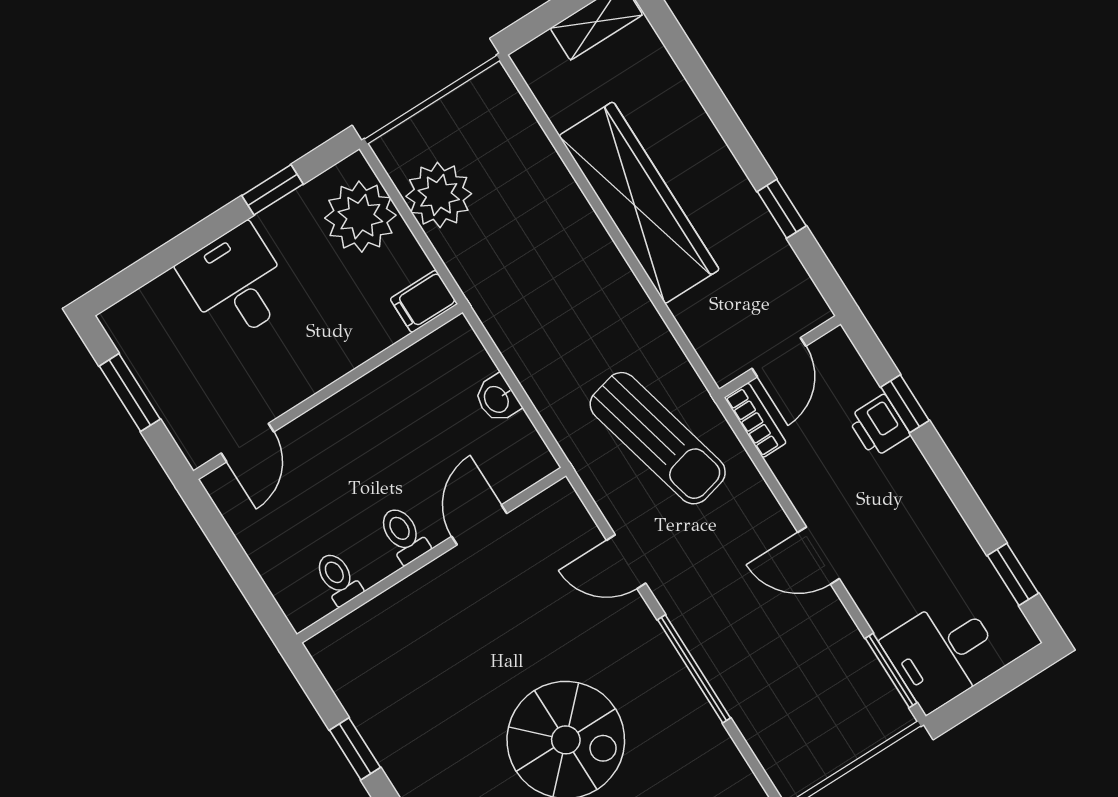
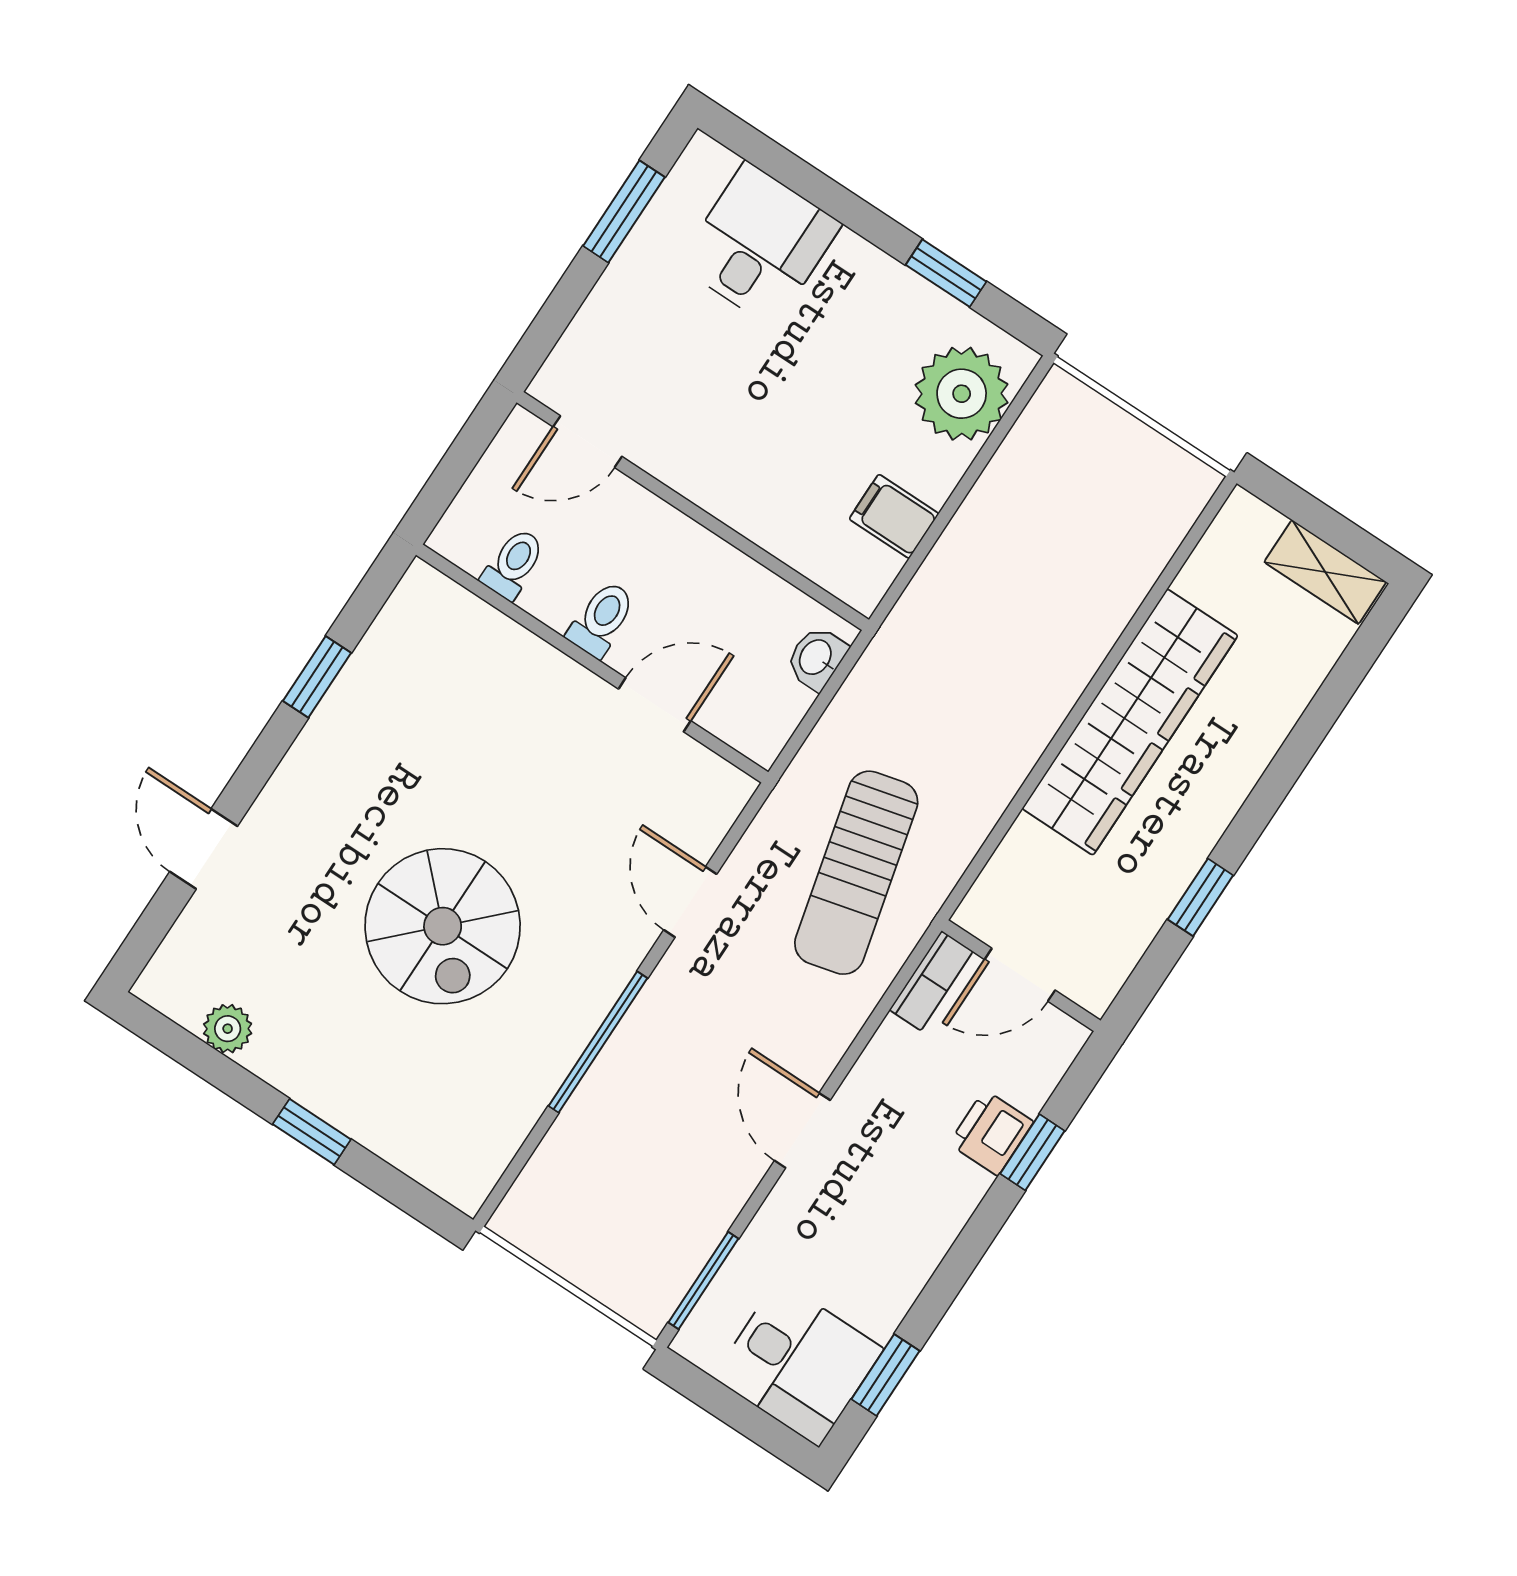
plant: (439, 195) -> (1030, 476), removed
desk: (236, 283) -> (759, 244), moved
wall: (328, 392) -> (693, 511), moved
door: (247, 443) -> (587, 442), moved
desk: (943, 653) -> (798, 1363), moved, turned 180

